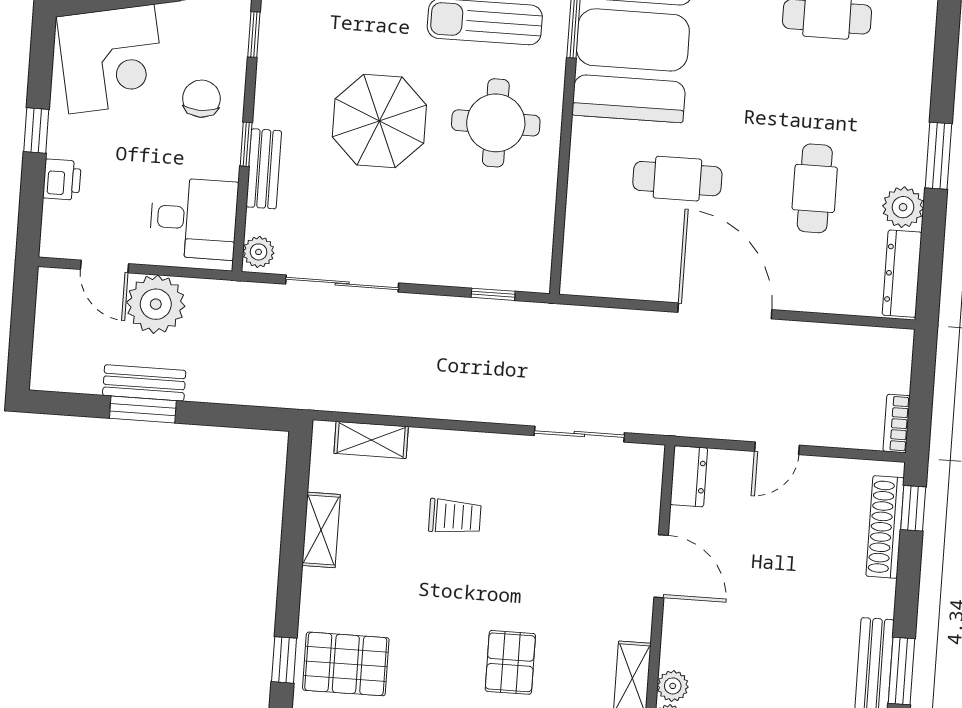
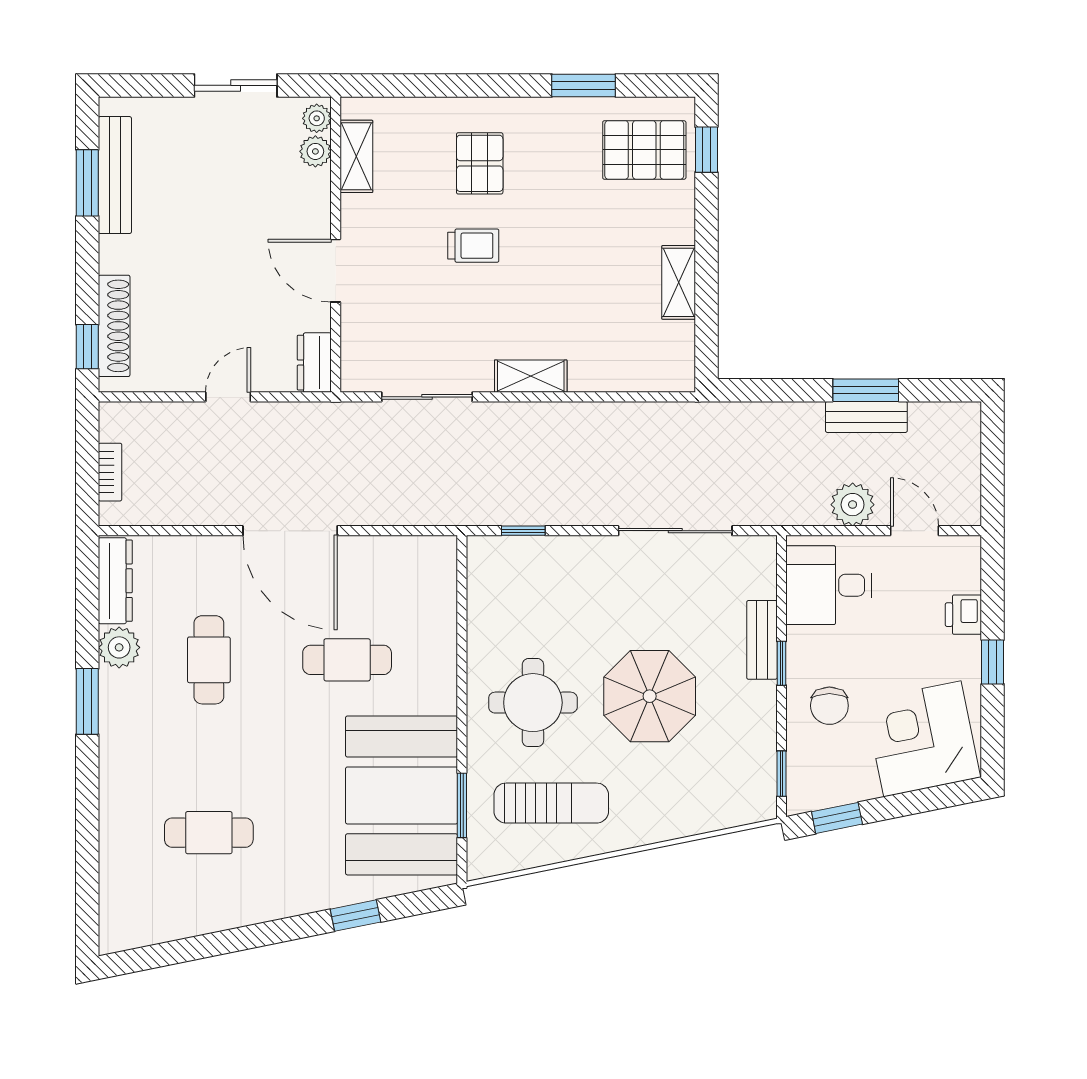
plant: (259, 252) -> (761, 556), removed
plant: (156, 304) -> (853, 505), width x0.73, depth x0.73
bookcase: (897, 423) -> (110, 472), moved
shelving: (371, 440) -> (531, 376), moved
trolley: (455, 517) -> (473, 246), moved, turned 180

